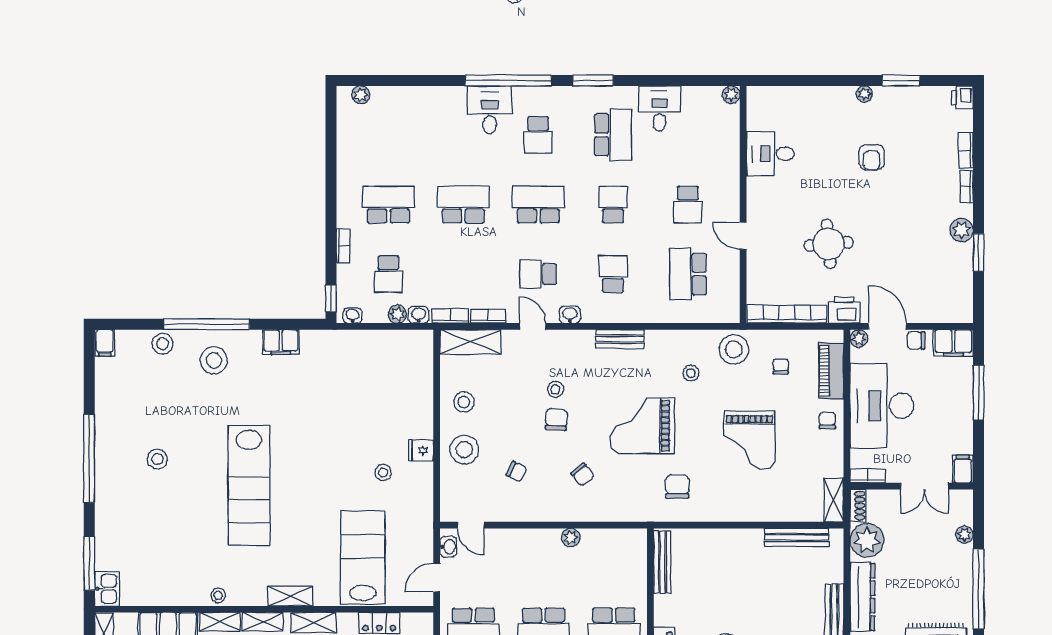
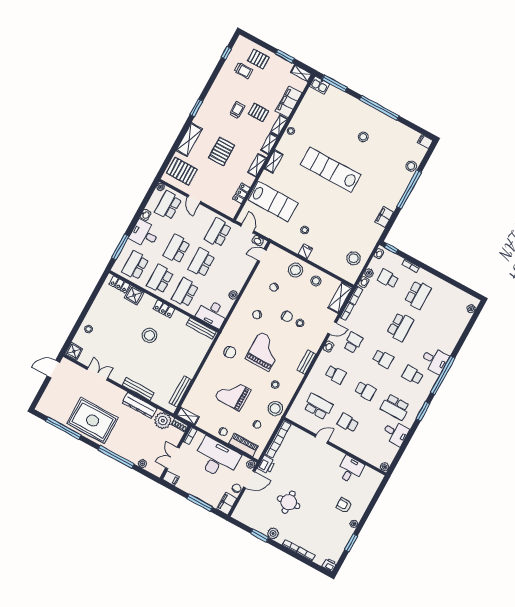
armchair: (872, 157) -> (344, 505), moved
school desk: (538, 205) -> (383, 359), width x0.54
round table: (829, 244) -> (289, 502), moved
stool: (214, 360) -> (354, 258), moved
desk: (625, 557) -> (212, 313), added

